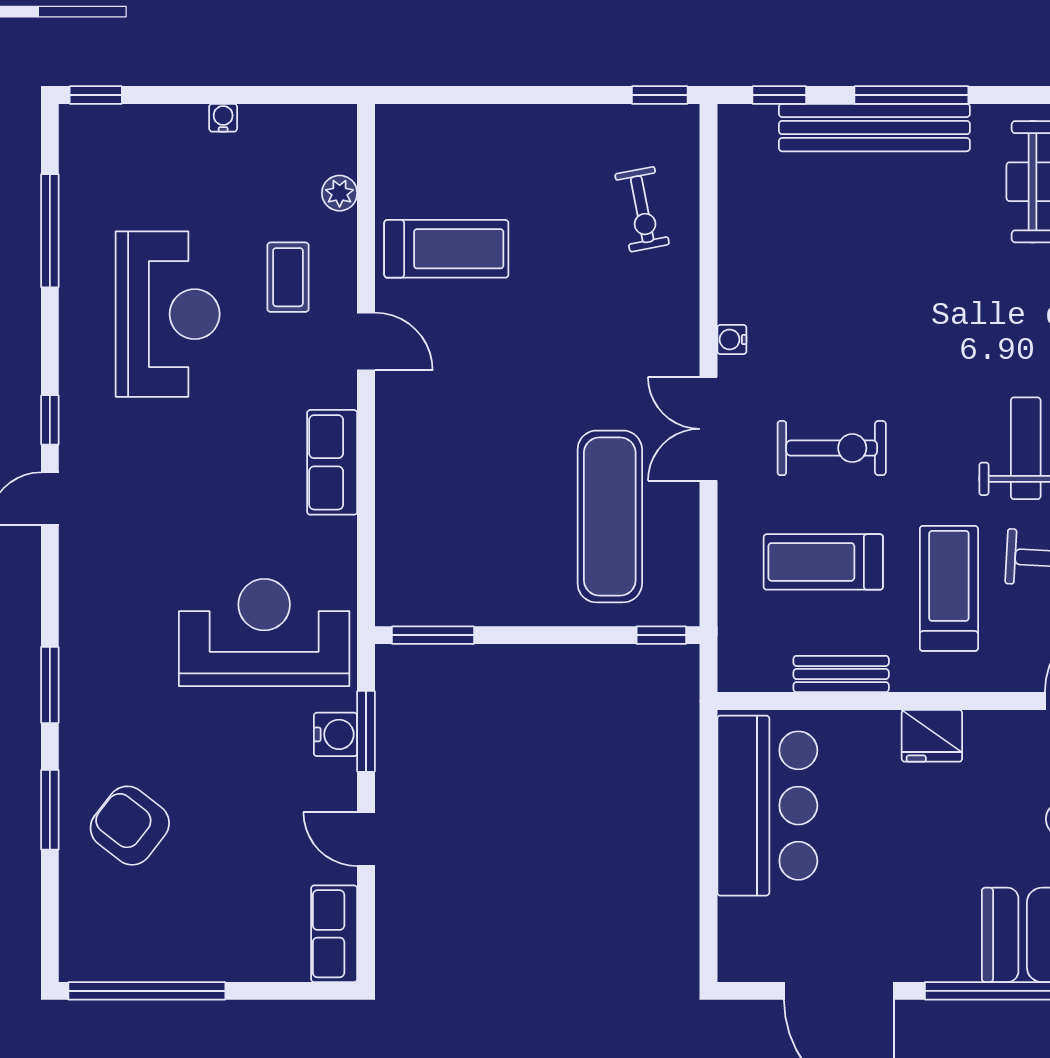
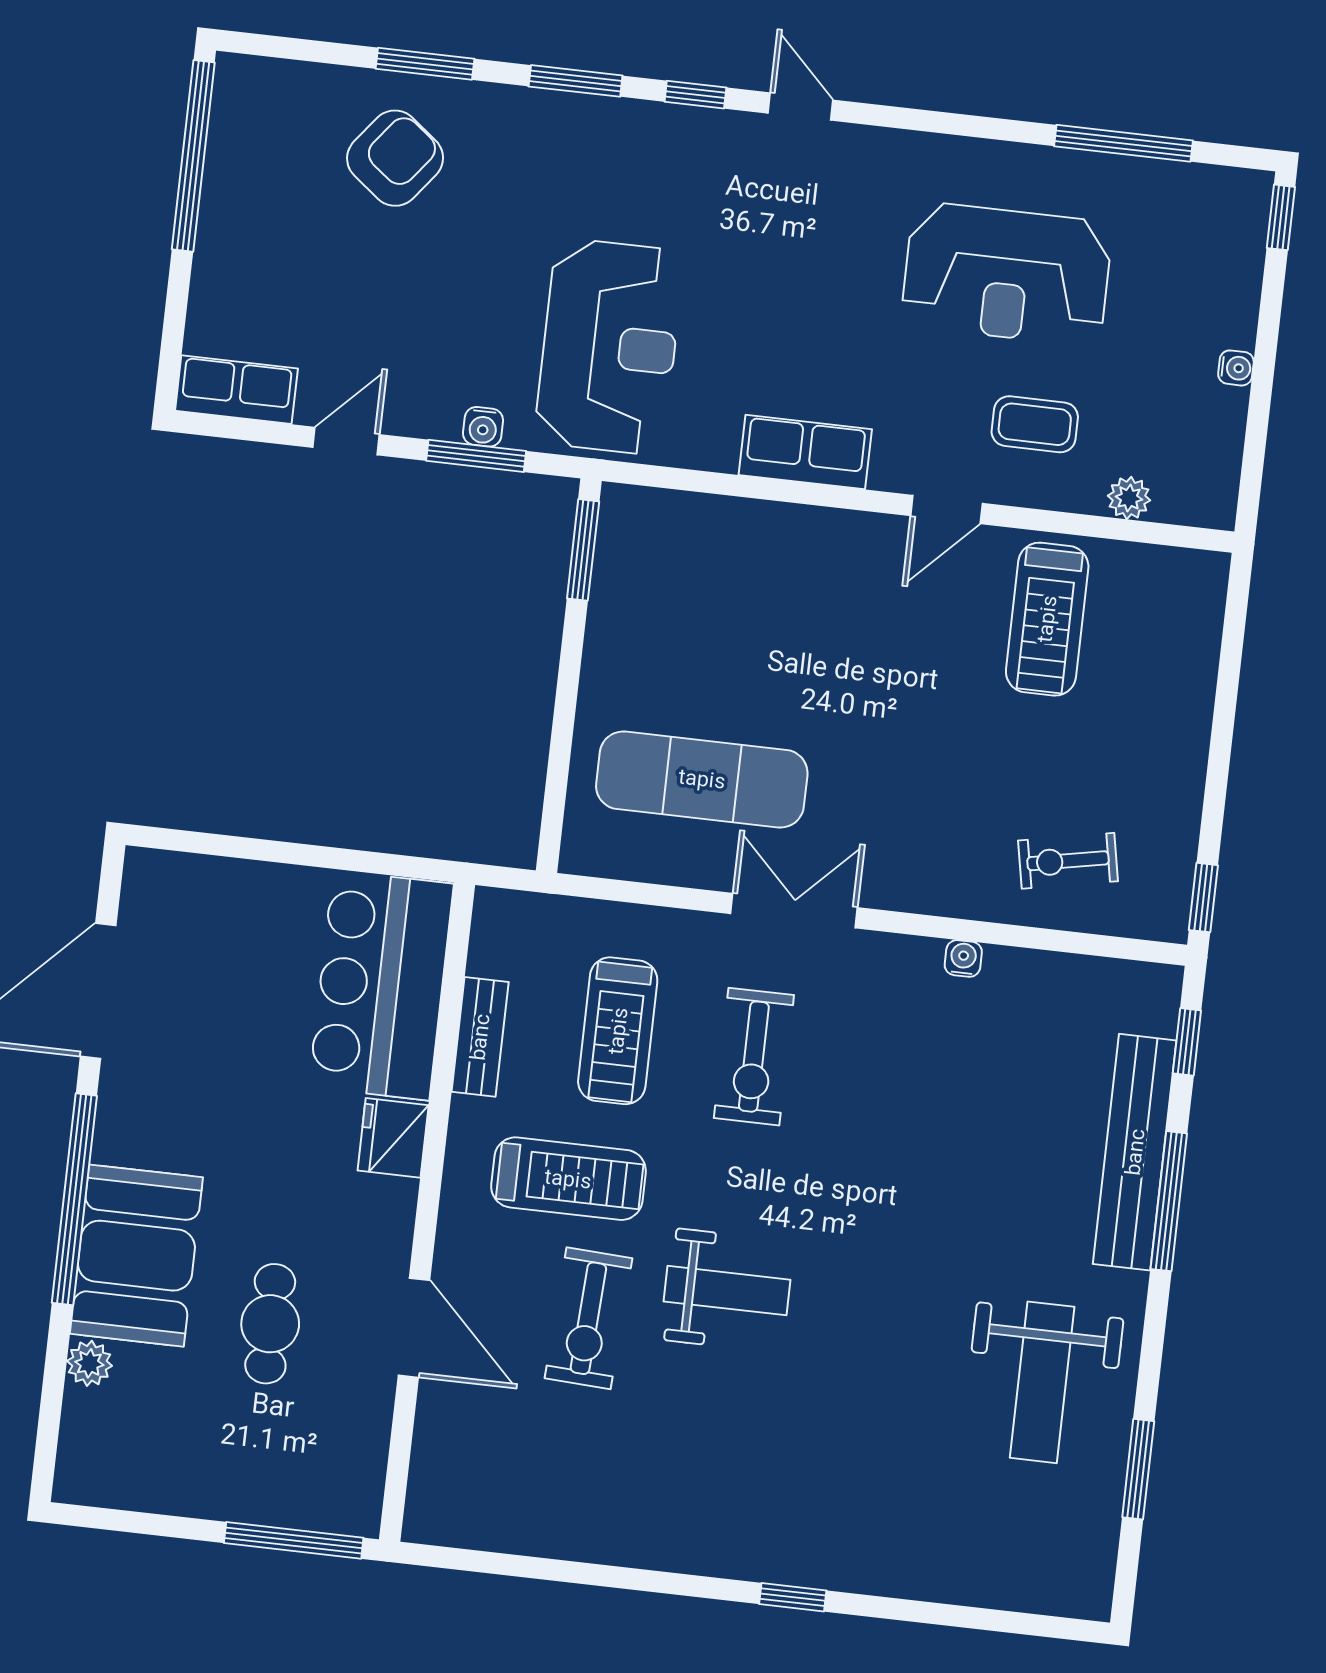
water cooler: (732, 339) -> (963, 958), moved
window: (50, 420) -> (695, 95), moved
treadmill: (823, 562) -> (618, 1031), turned 180
window: (661, 635) -> (552, 825), removed
water cooler: (335, 734) -> (483, 427), width x0.72, depth x0.72
bar counter: (767, 806) -> (381, 985), moved, turned 90

